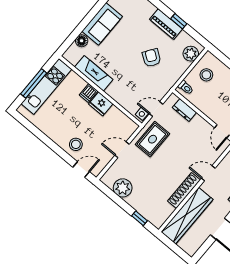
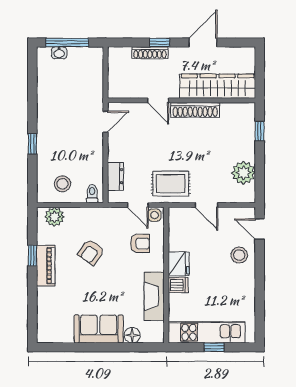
window: (34, 83) -> (214, 347), width x0.46
armchair: (132, 91) -> (140, 243), added

